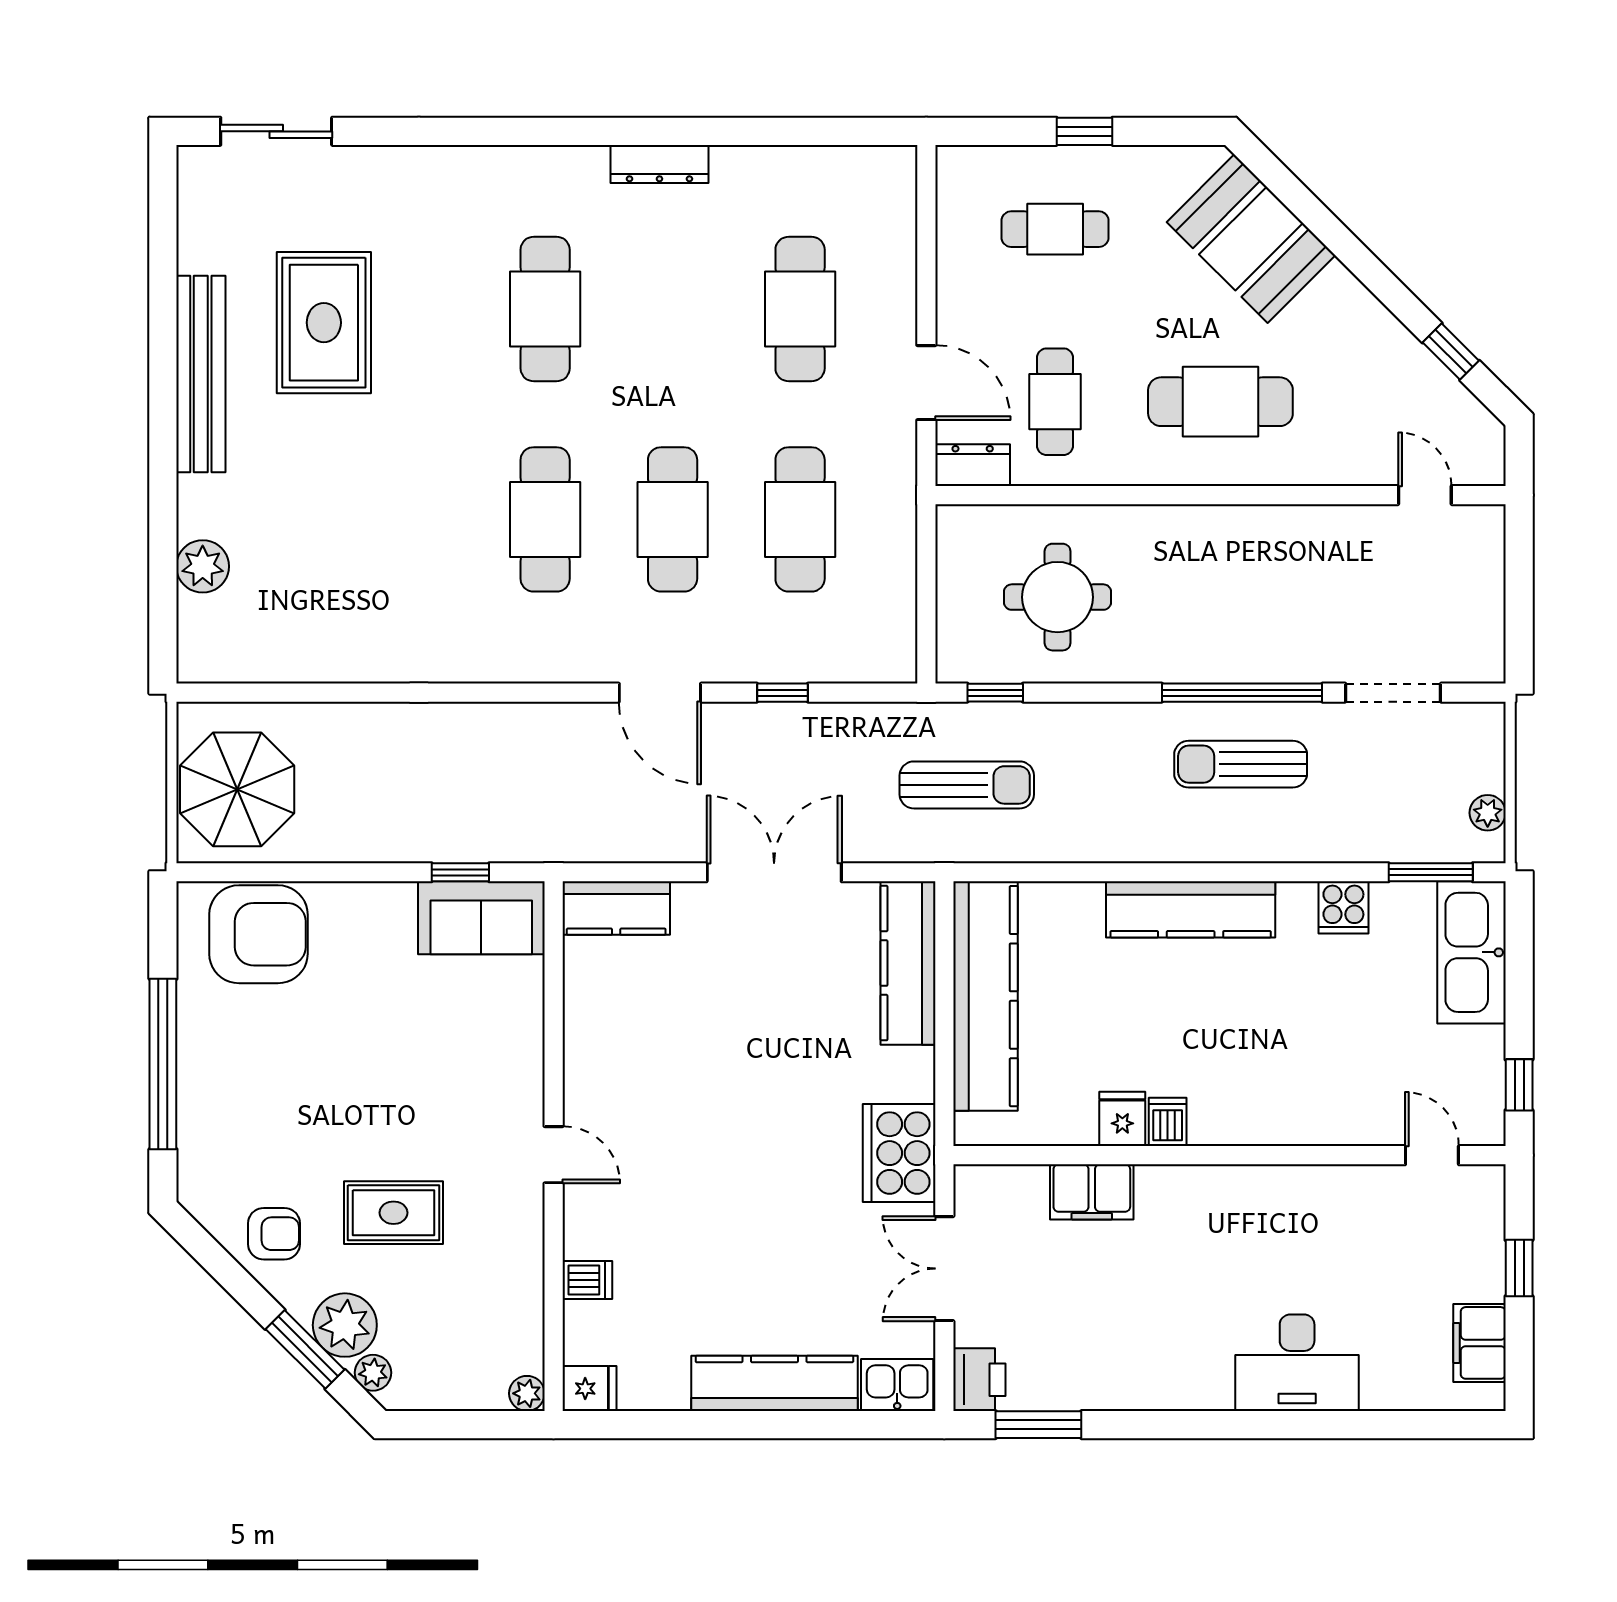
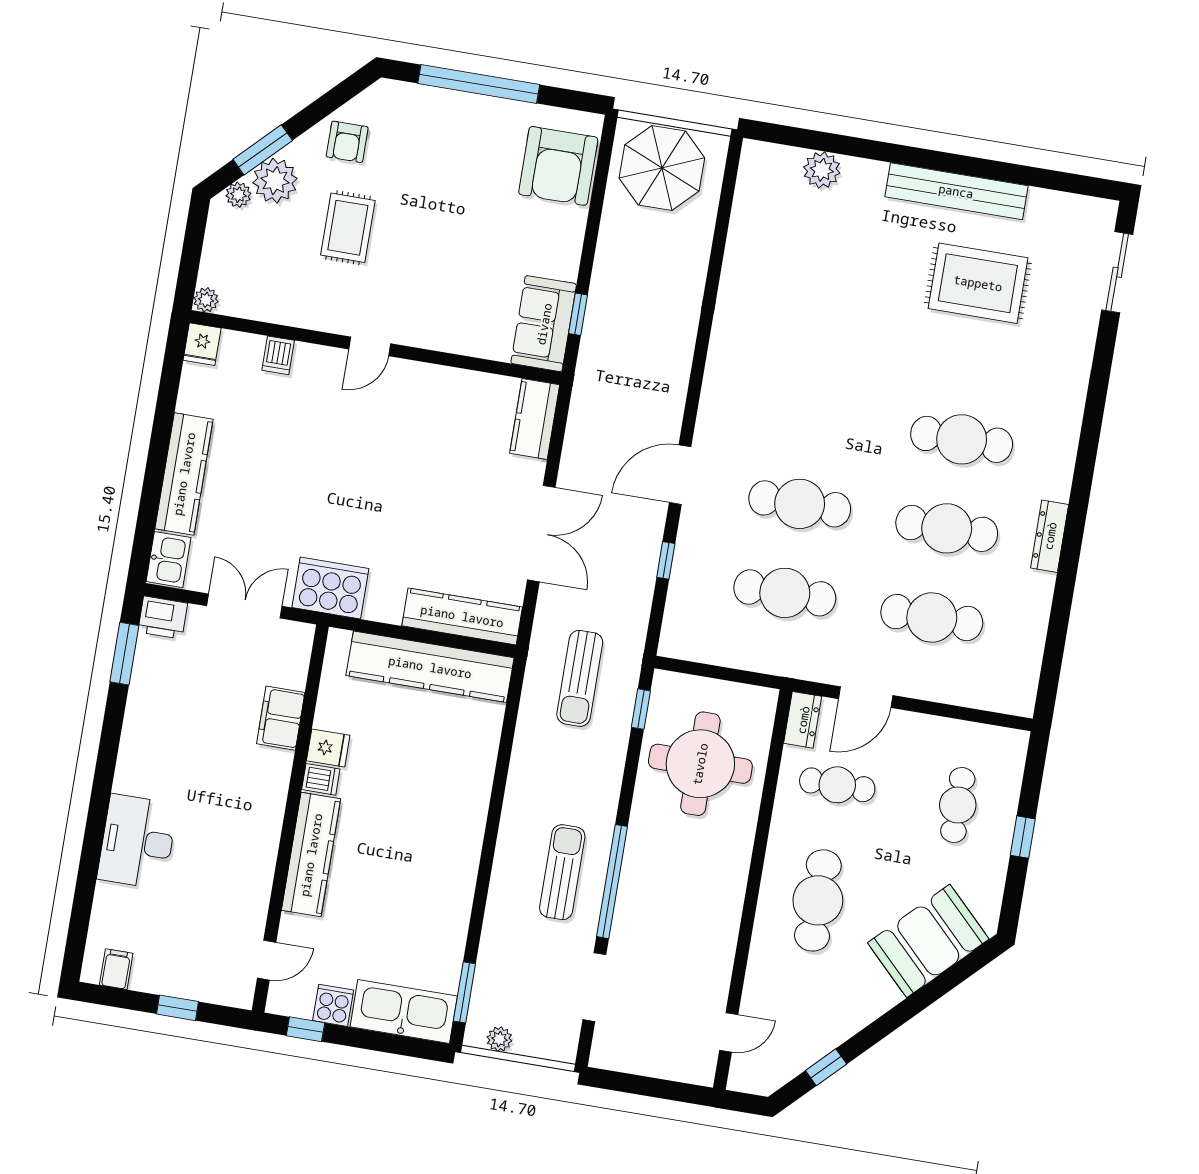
cafe table: (545, 519) -> (947, 528), moved
round table: (1058, 597) -> (700, 764), width x1.36, depth x1.36
cooker: (1343, 907) -> (333, 1005), moved, turned 90
kitchen counter: (1191, 909) -> (311, 855), moved, turned 180
filing cabinet: (1480, 1343) -> (116, 969), width x0.50

